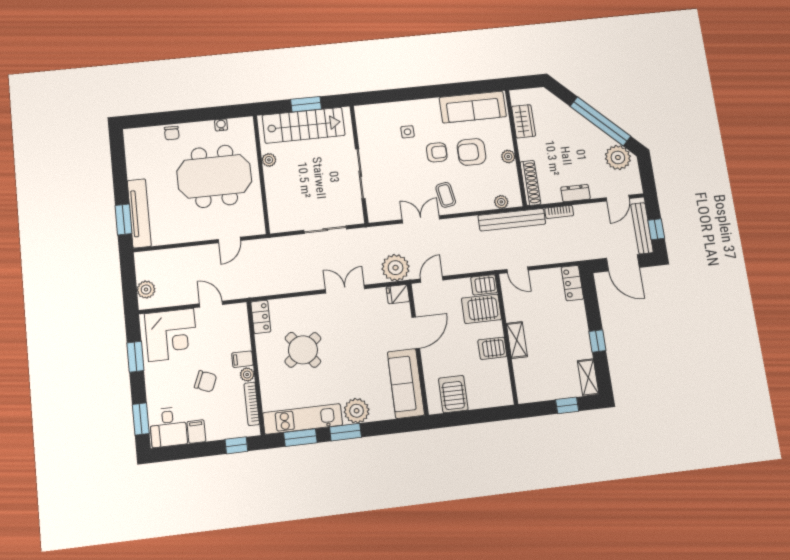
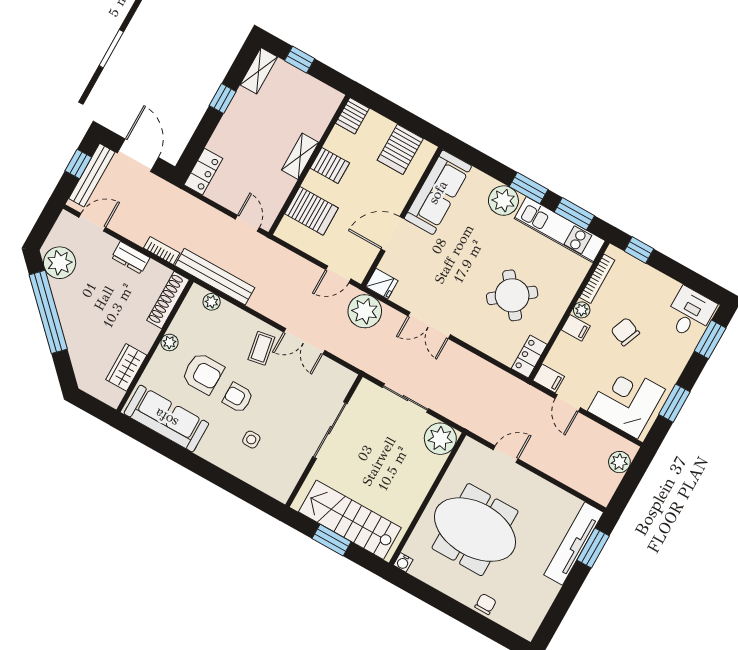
water cooler: (221, 125) -> (403, 562), moved
plant: (269, 160) -> (440, 439), moved, width x1.87, depth x1.87
server rack: (484, 285) -> (352, 116), moved, turned 90
filing cabinet: (196, 432) -> (549, 378), moved, turned -90

